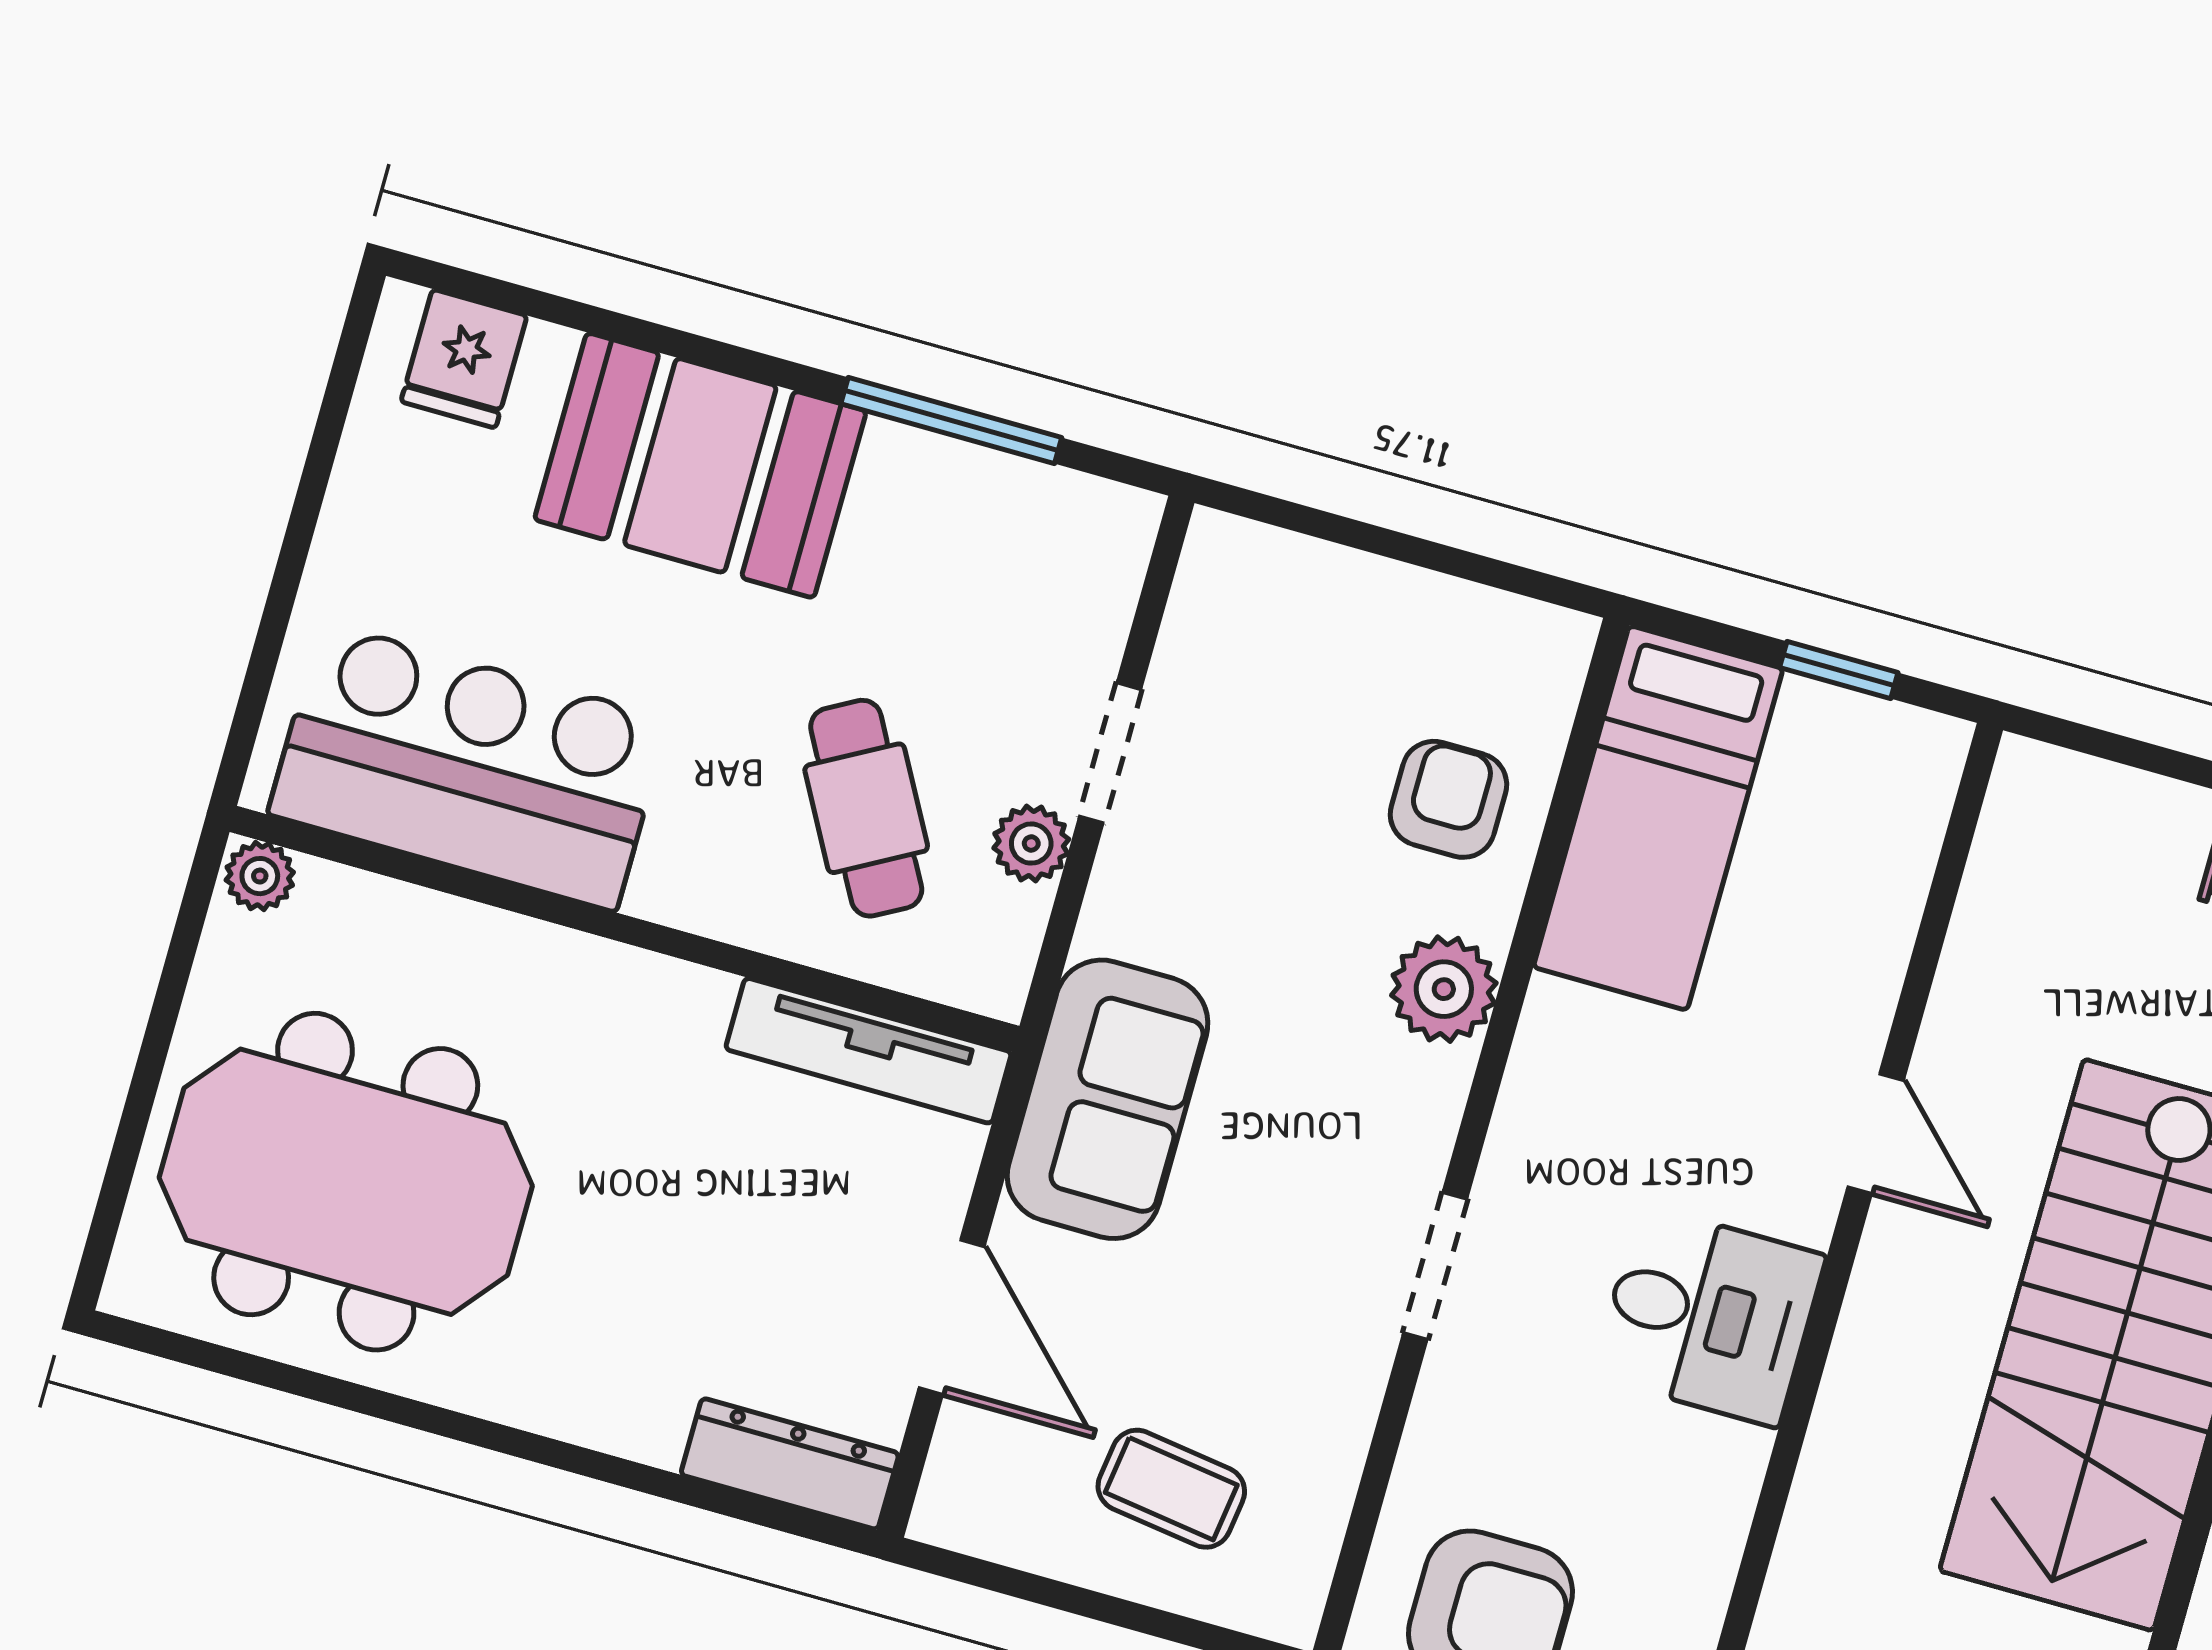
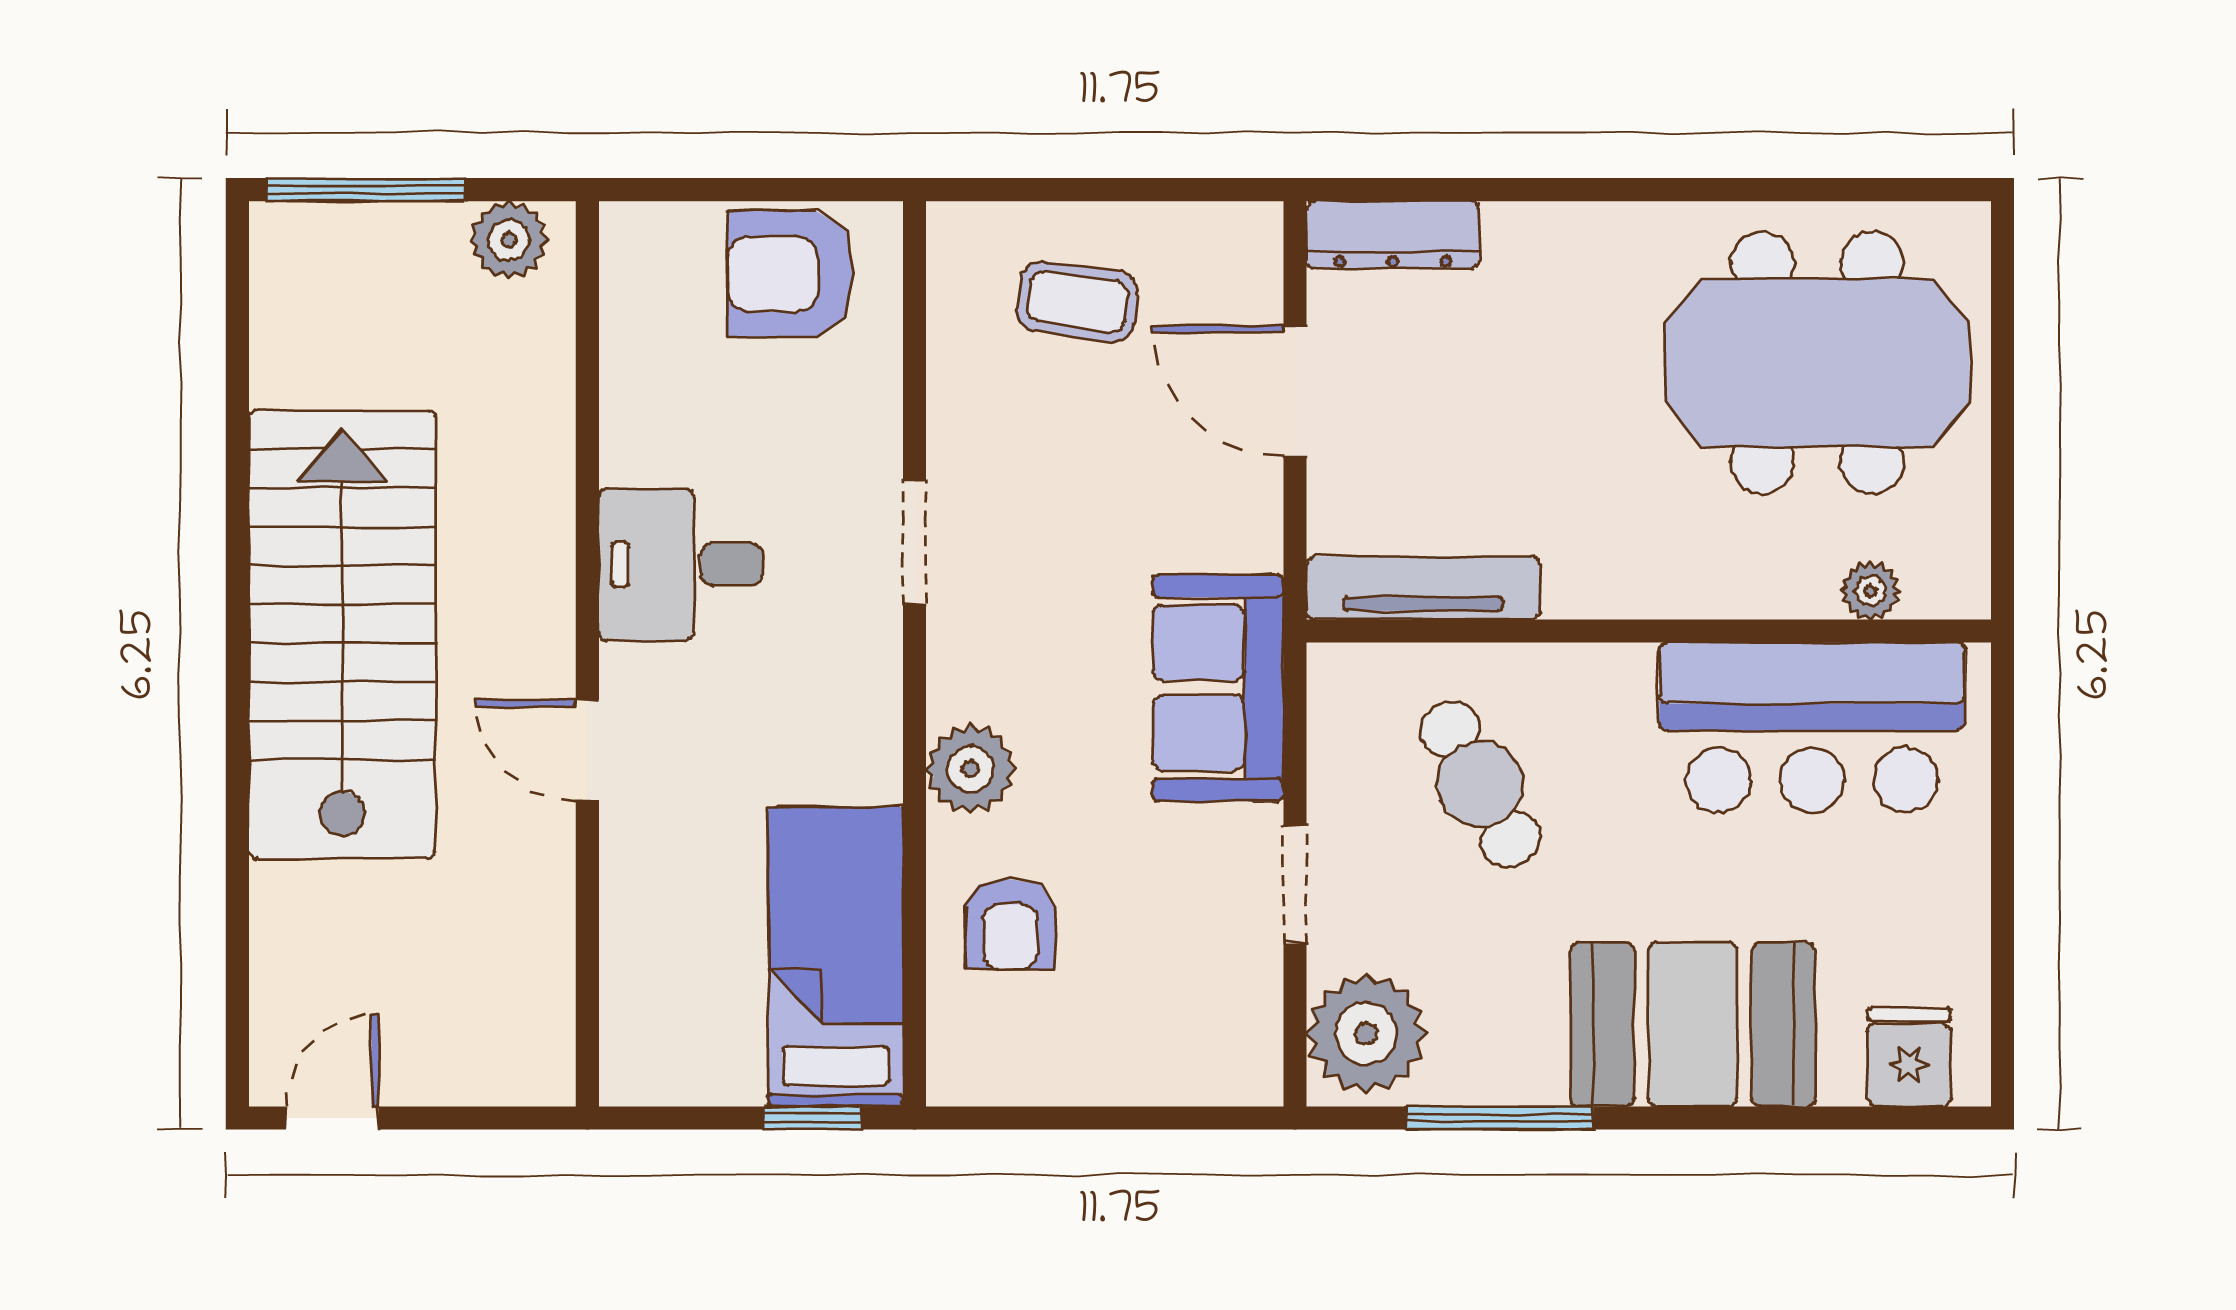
window: (1839, 670) -> (812, 1118), moved
plant: (1031, 844) -> (1366, 1034), moved, width x1.87, depth x1.87
plant: (260, 876) -> (1871, 591), moved
sofa: (1108, 1099) -> (1218, 688), moved

